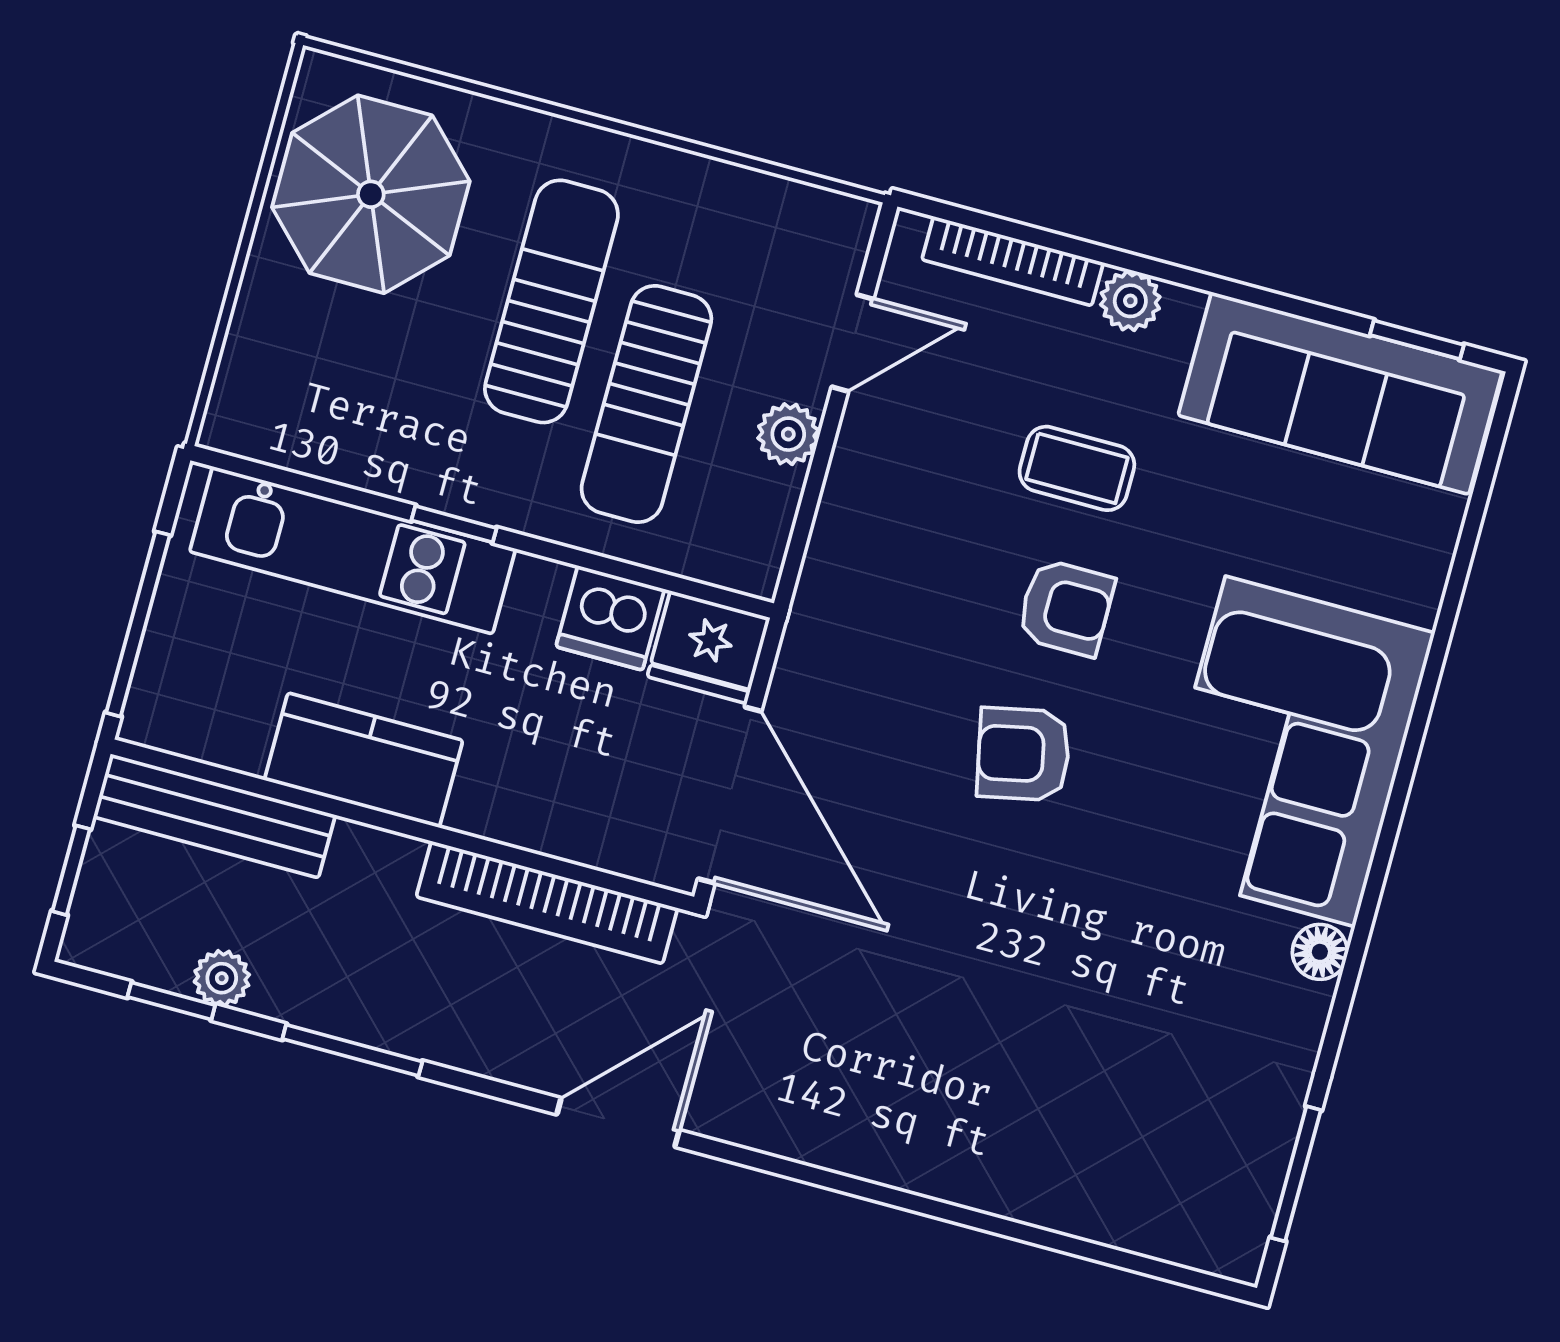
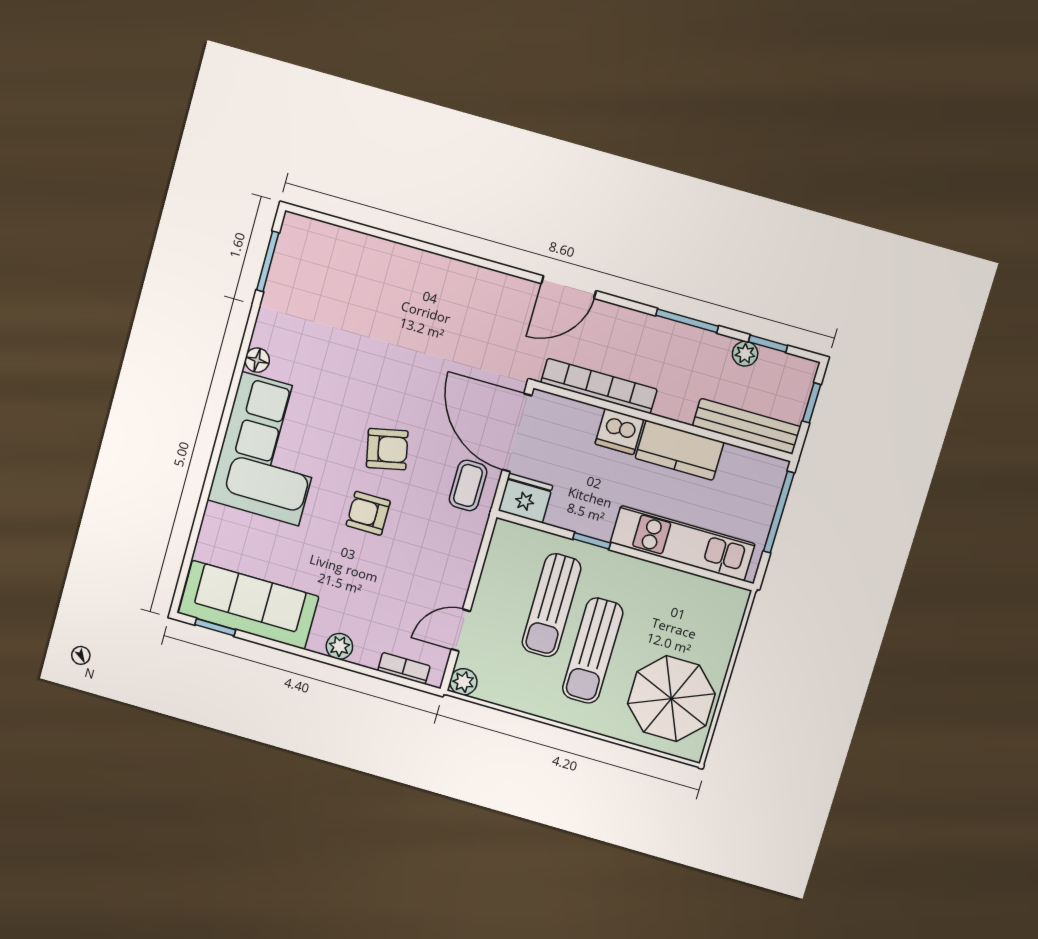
bookcase: (1013, 261) -> (404, 668), width x0.64
sun lounger: (646, 404) -> (551, 605), turned 180
plant: (788, 434) -> (463, 682), moved
coffee table: (1077, 468) -> (468, 485), moved, turned 90
window: (454, 524) -> (592, 541), moved
dishwasher: (610, 618) -> (619, 432), moved, turned 180

